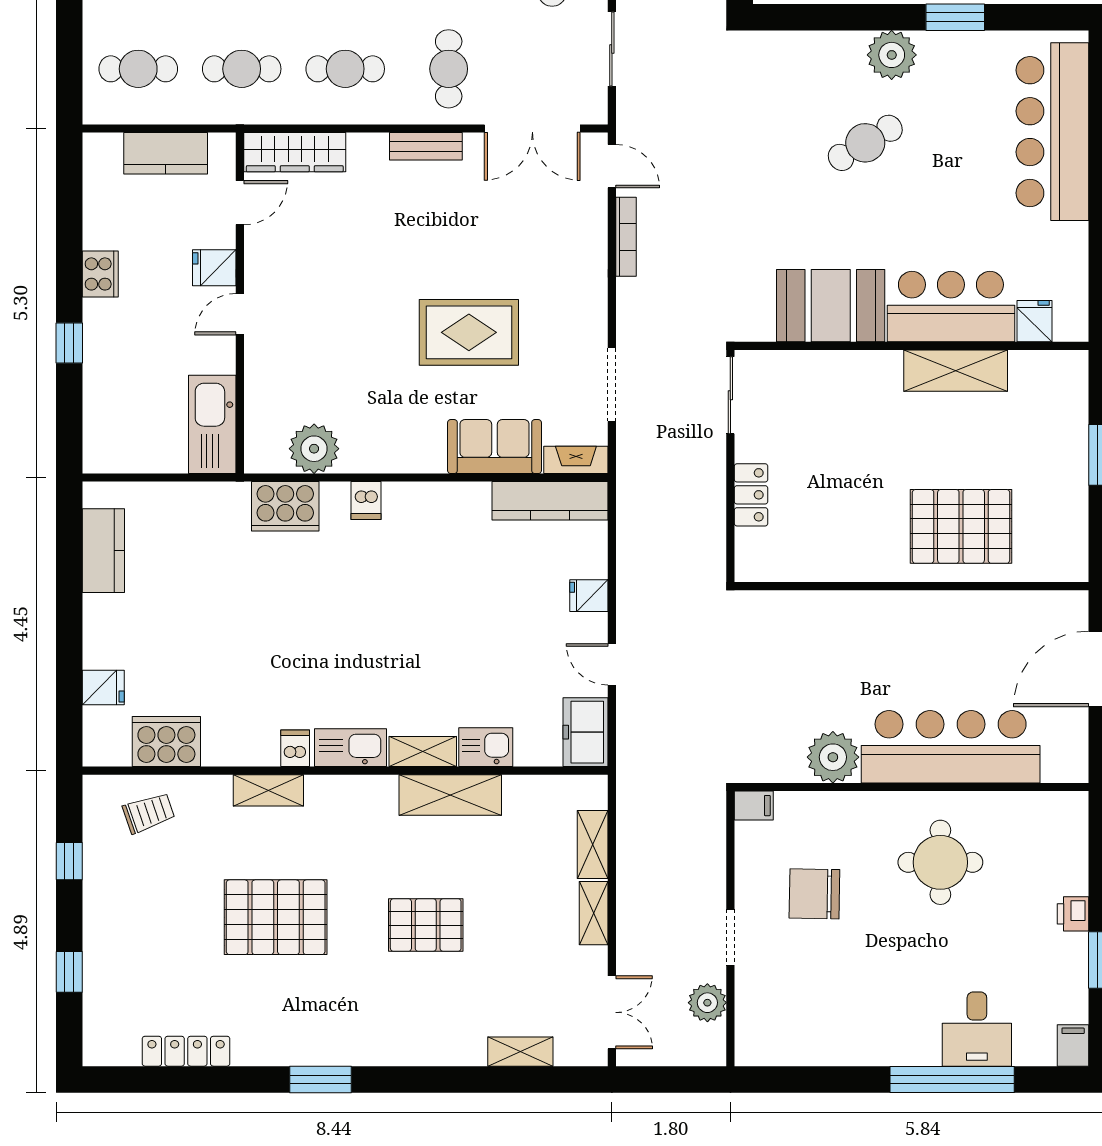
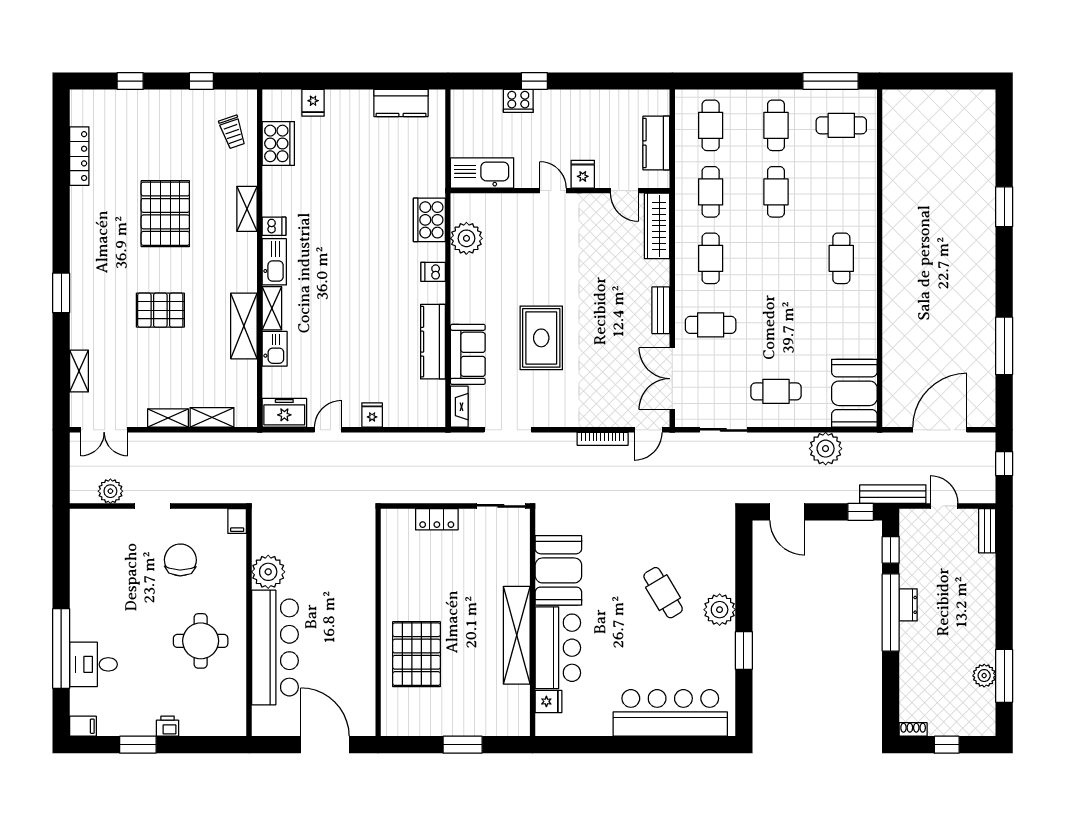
cooker: (100, 274) -> (518, 101), moved
shelving: (956, 371) -> (517, 635), width x1.47
kitchen counter: (550, 501) -> (433, 342), moved
pallet: (426, 925) -> (160, 310), turned 90
window: (320, 1079) -> (61, 293), moved

